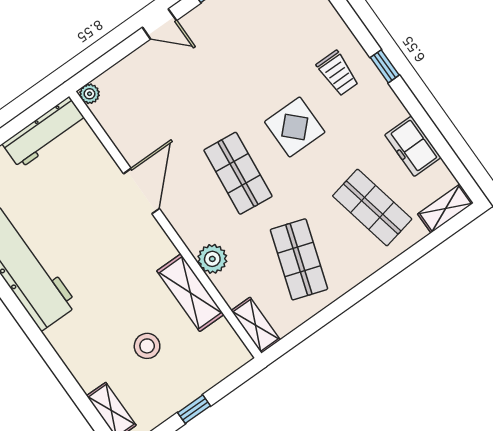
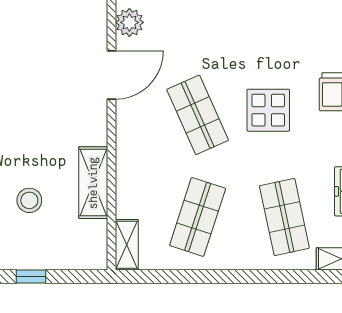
shop shelf: (238, 173) -> (198, 115), turned -30
plant: (212, 259) -> (129, 22), moved

